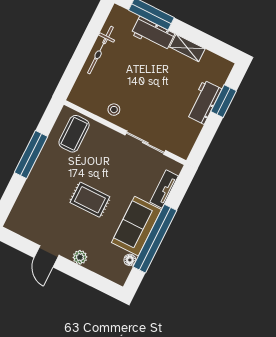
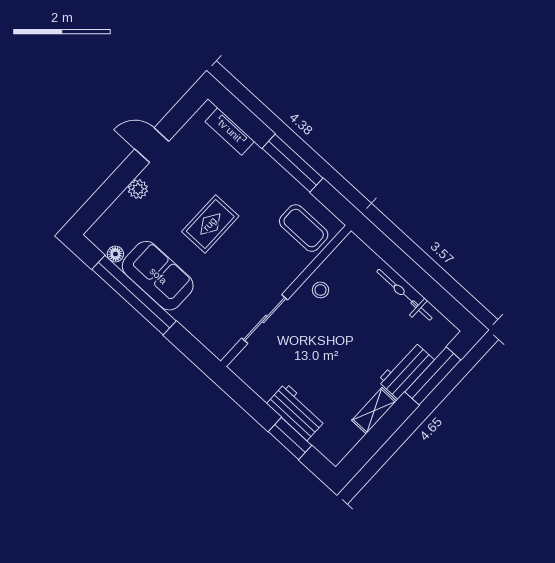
tv unit: (164, 189) -> (230, 131), moved, turned 180

